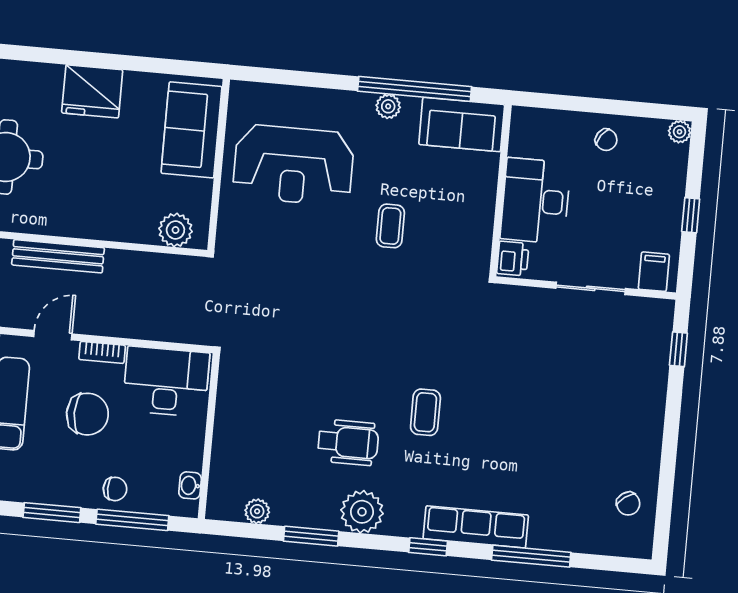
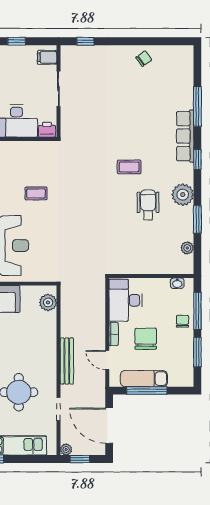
chair: (628, 504) -> (144, 59), moved

